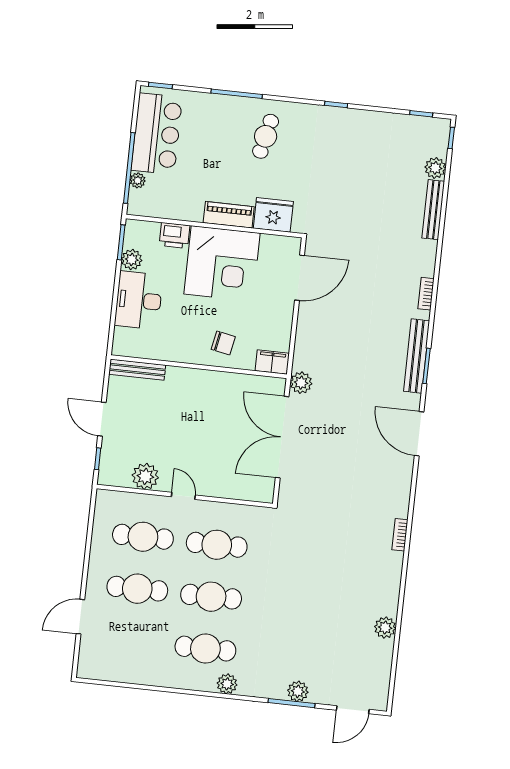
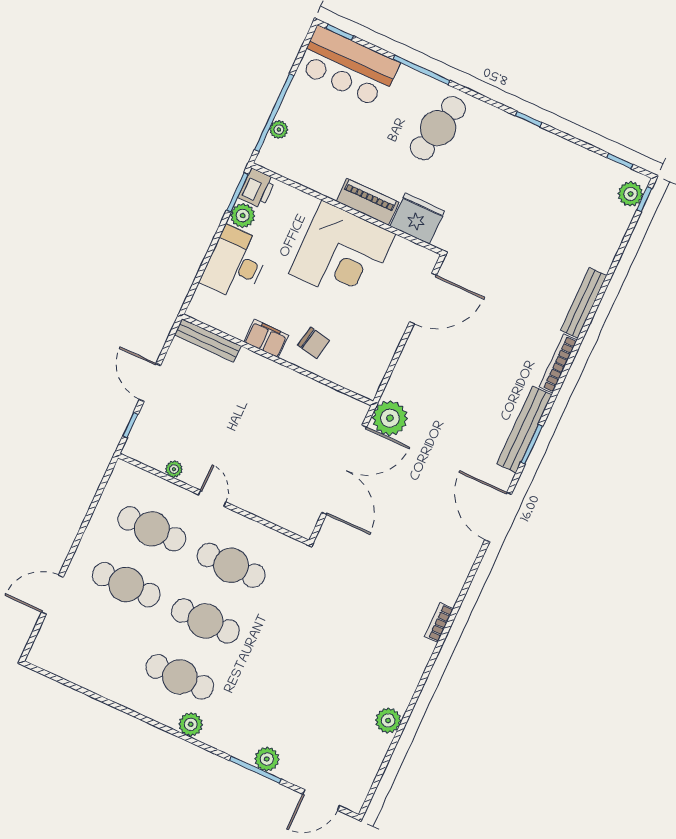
bar counter: (157, 134) -> (348, 67), moved, turned 90
cafe table: (266, 136) -> (438, 128), width x1.37, depth x1.35
plant: (435, 168) -> (631, 194), moved
bench: (433, 210) -> (584, 303), moved
printer: (175, 235) -> (257, 188), moved, turned -90
bookcase: (426, 294) -> (558, 363), width x1.56
filing cabinet: (272, 362) -> (266, 339), moved
plant: (301, 383) -> (390, 418), width x1.36, depth x1.36
double door: (282, 437) -> (344, 470), swing flipped
plant: (145, 476) -> (174, 469), width x0.53, depth x0.53

